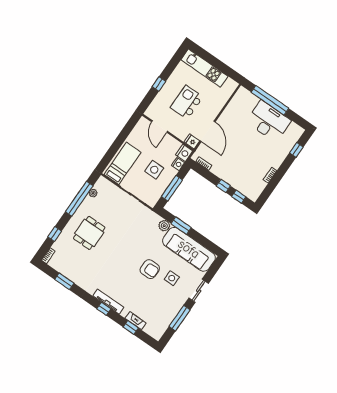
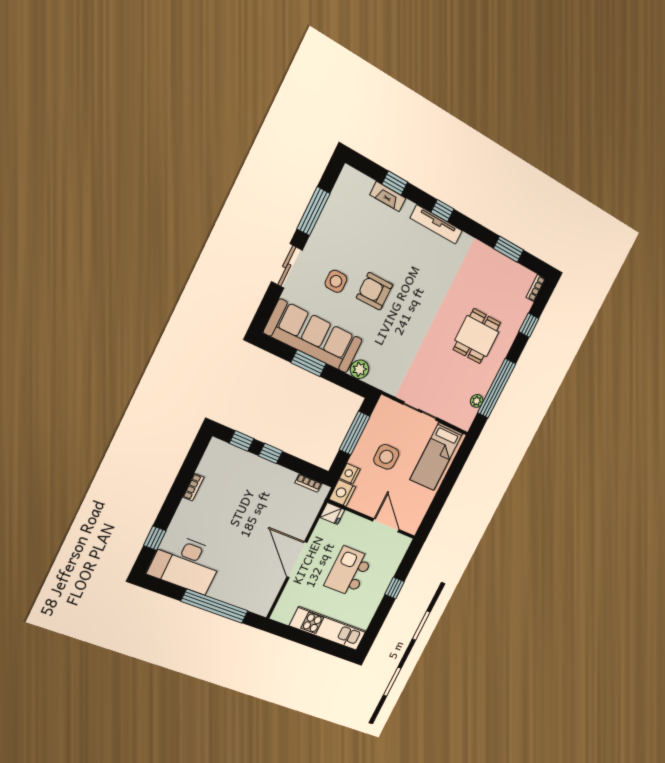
kitchen island: (187, 102) -> (348, 571), turned 180
desk: (268, 121) -> (186, 564), moved
door: (208, 131) -> (297, 560), moved
window: (181, 226) -> (309, 363), moved

